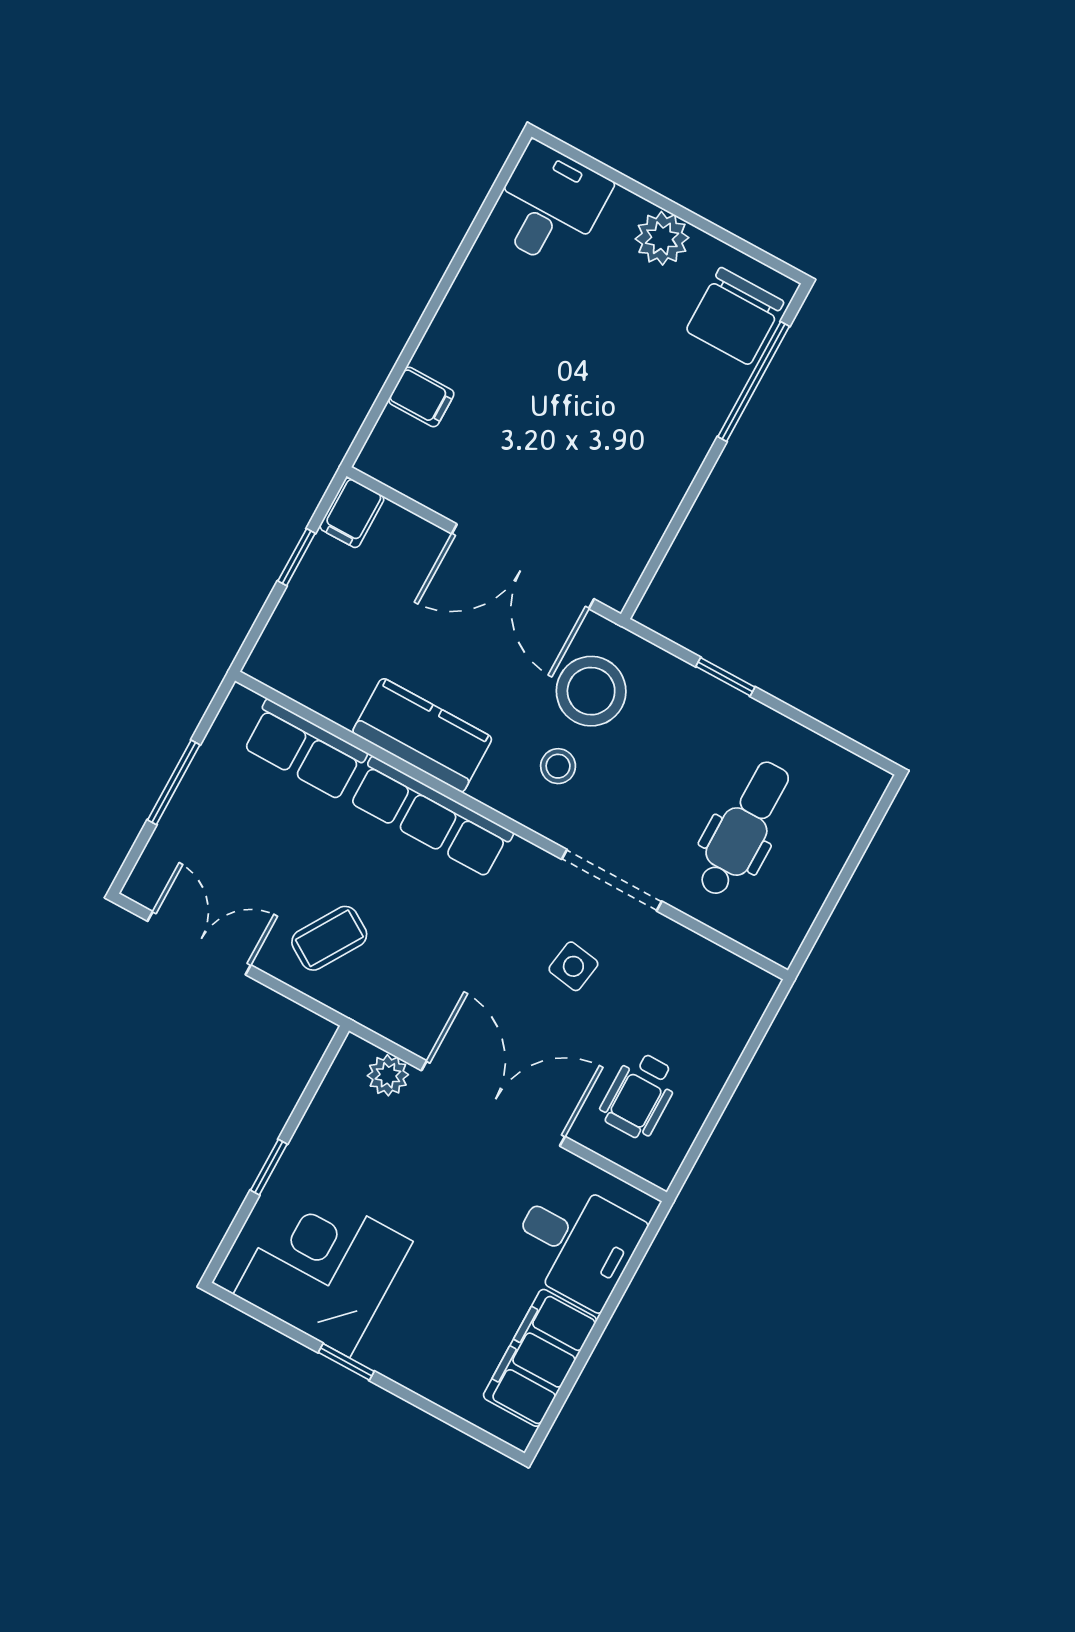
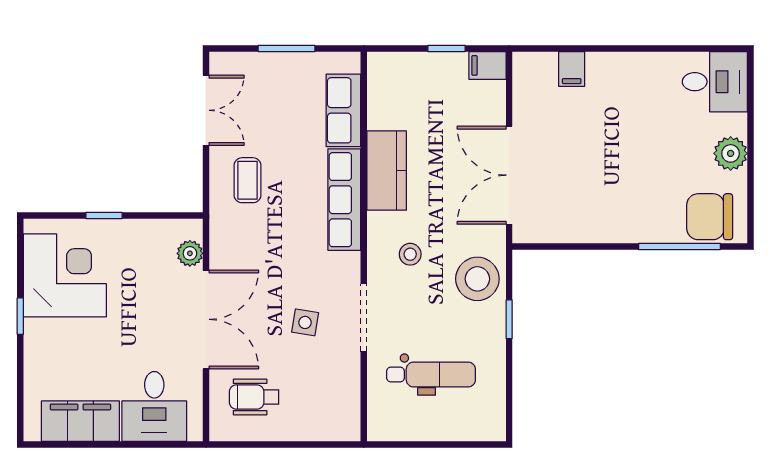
stool: (591, 691) -> (477, 279), moved
coffee table: (329, 938) -> (247, 180), turned 58

